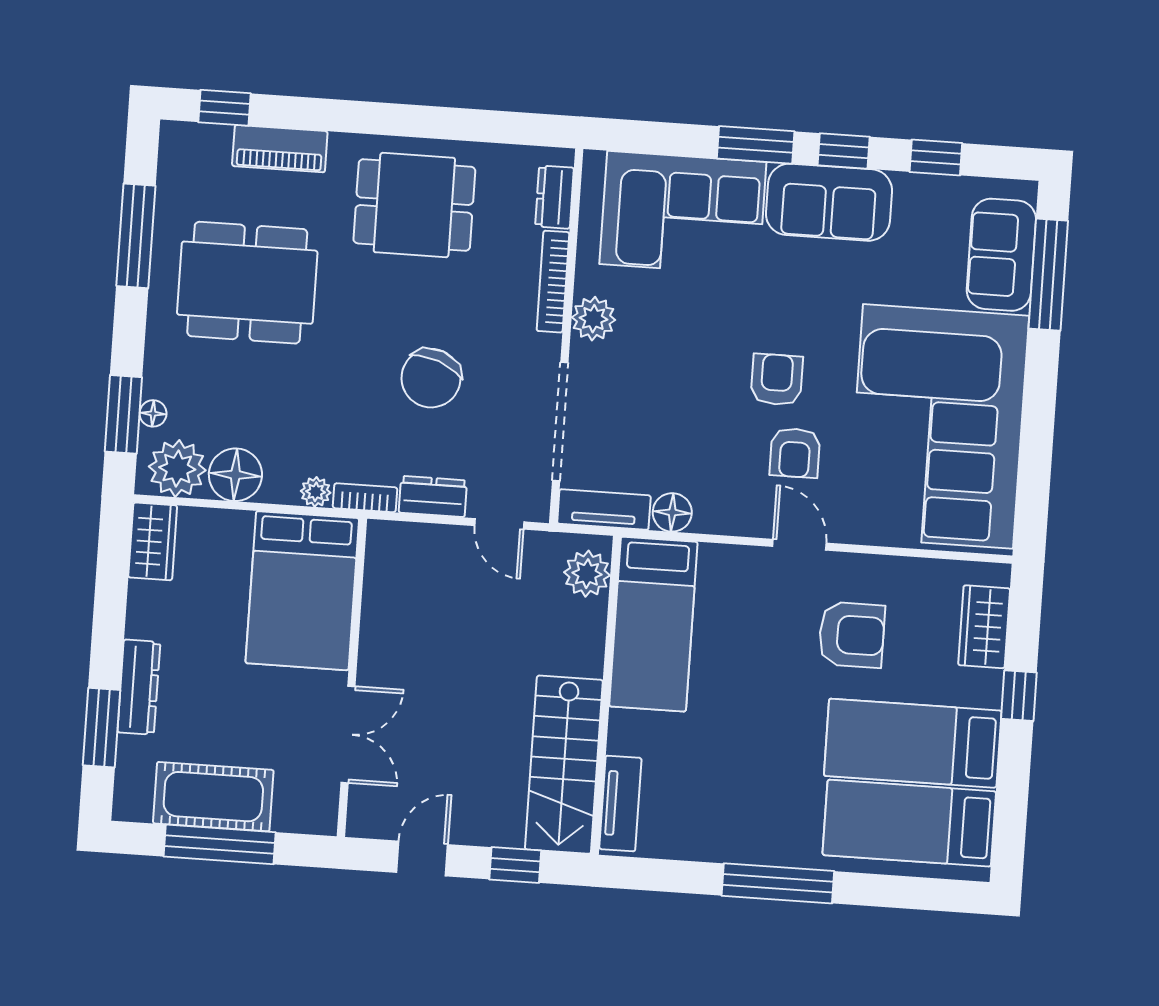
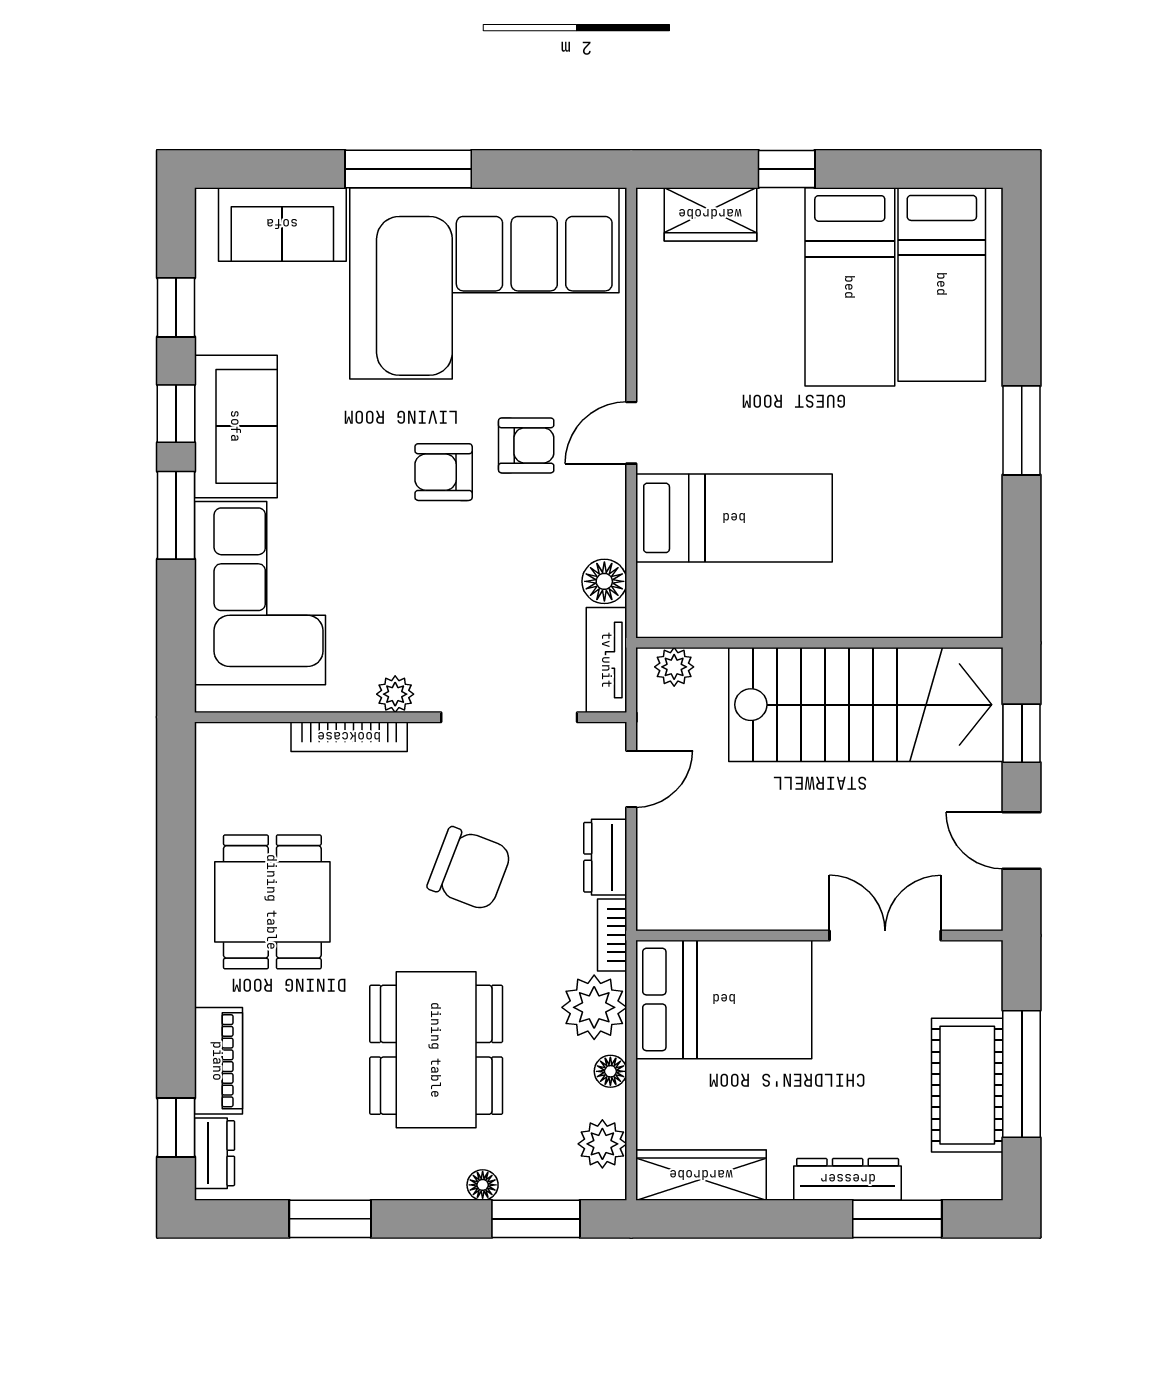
dresser: (555, 197) -> (214, 1153), moved, turned -90
window: (136, 236) -> (330, 1219), width x0.69
window: (1048, 275) -> (408, 169), moved
dining table: (247, 283) -> (436, 1050), moved
plant: (594, 319) -> (395, 694), width x0.73, depth x0.73
floor lamp: (153, 413) -> (483, 1185), moved
plant: (177, 468) -> (602, 1144), width x0.73, depth x0.73
floor lamp: (235, 475) -> (610, 1071), width x0.53, depth x0.53
plant: (316, 492) -> (594, 1007), width x1.87, depth x1.87
wardrobe: (153, 541) -> (701, 1175), width x1.50
plant: (587, 574) -> (674, 667), width x0.73, depth x0.73
bed: (653, 624) -> (734, 518), moved
armchair: (852, 635) -> (730, 366), removed
stairs: (564, 765) -> (866, 705), width x1.36, depth x1.51
tv unit: (620, 803) -> (942, 618), removed
window: (778, 883) -> (1022, 430), width x0.69

